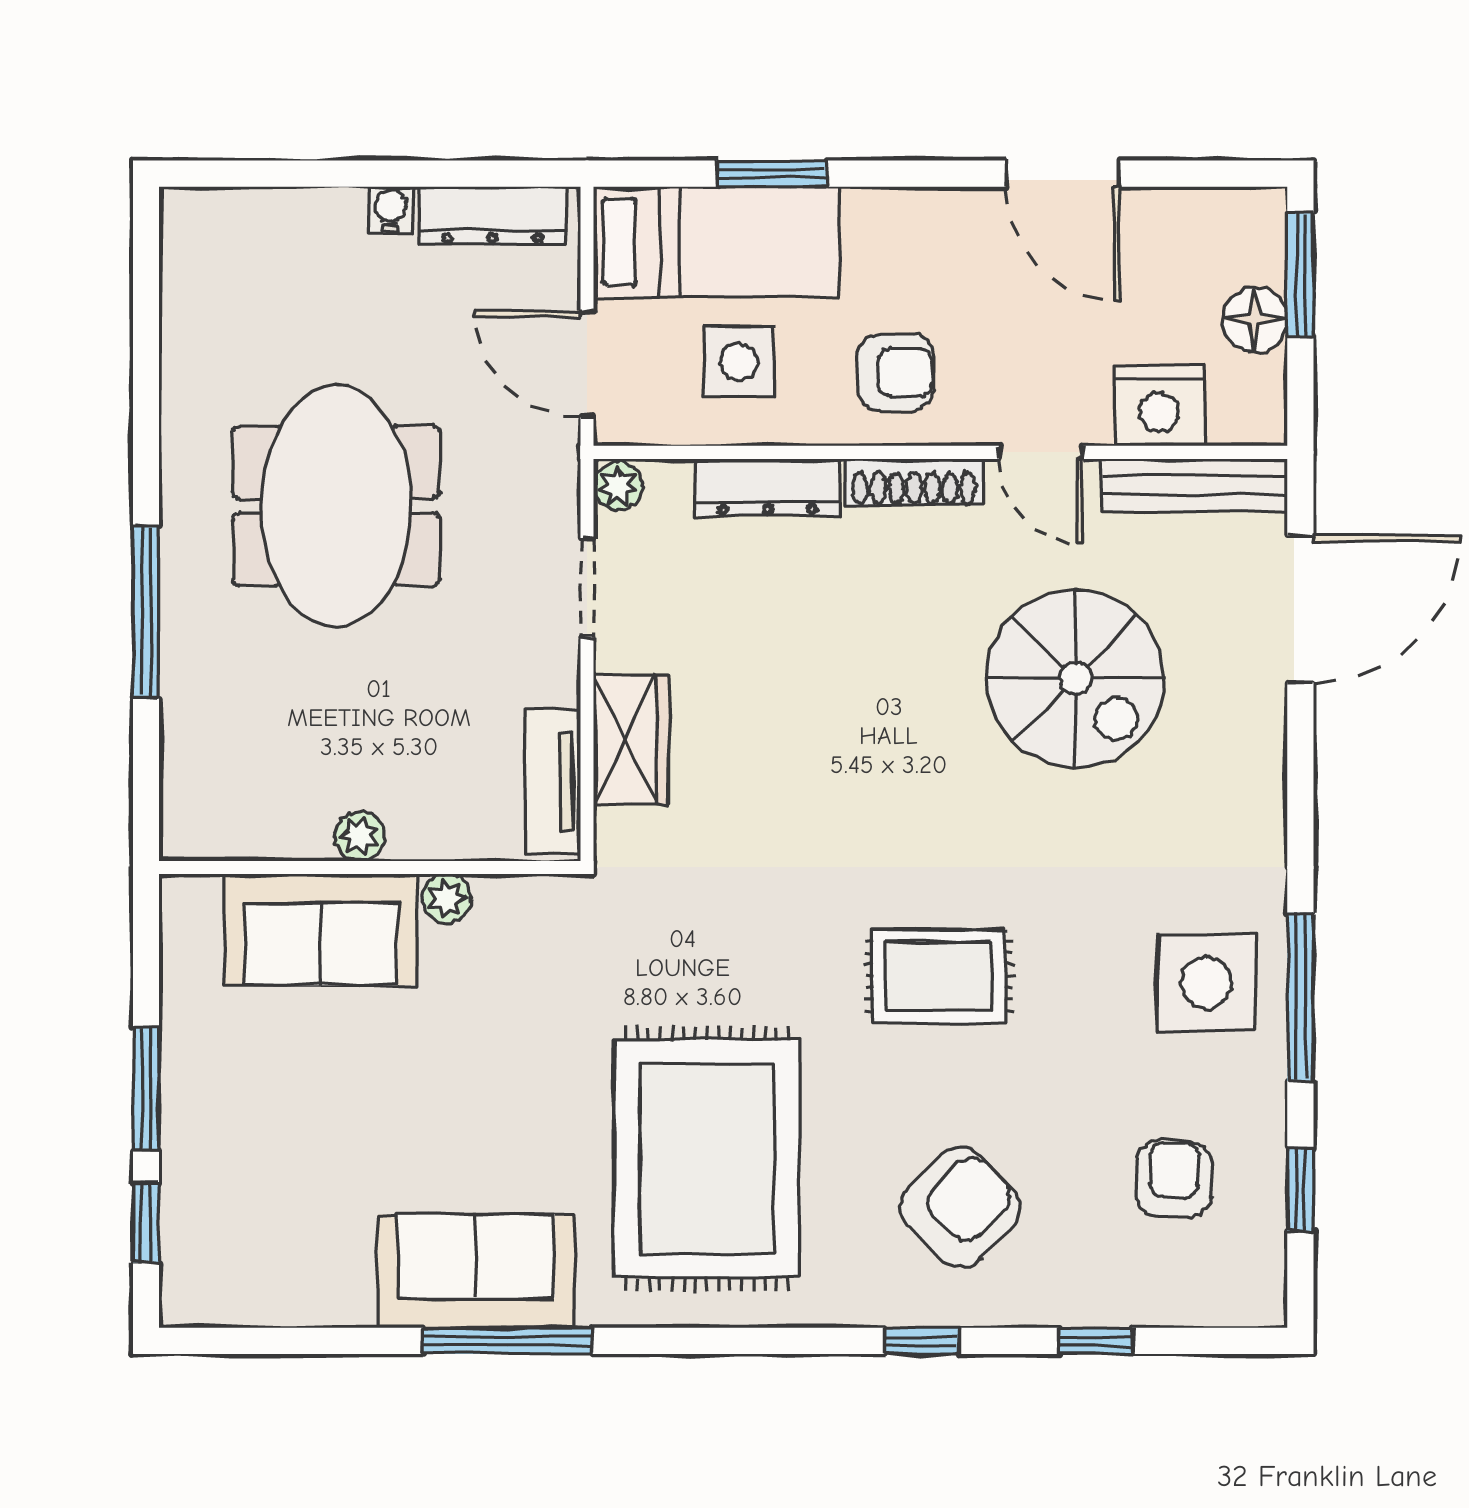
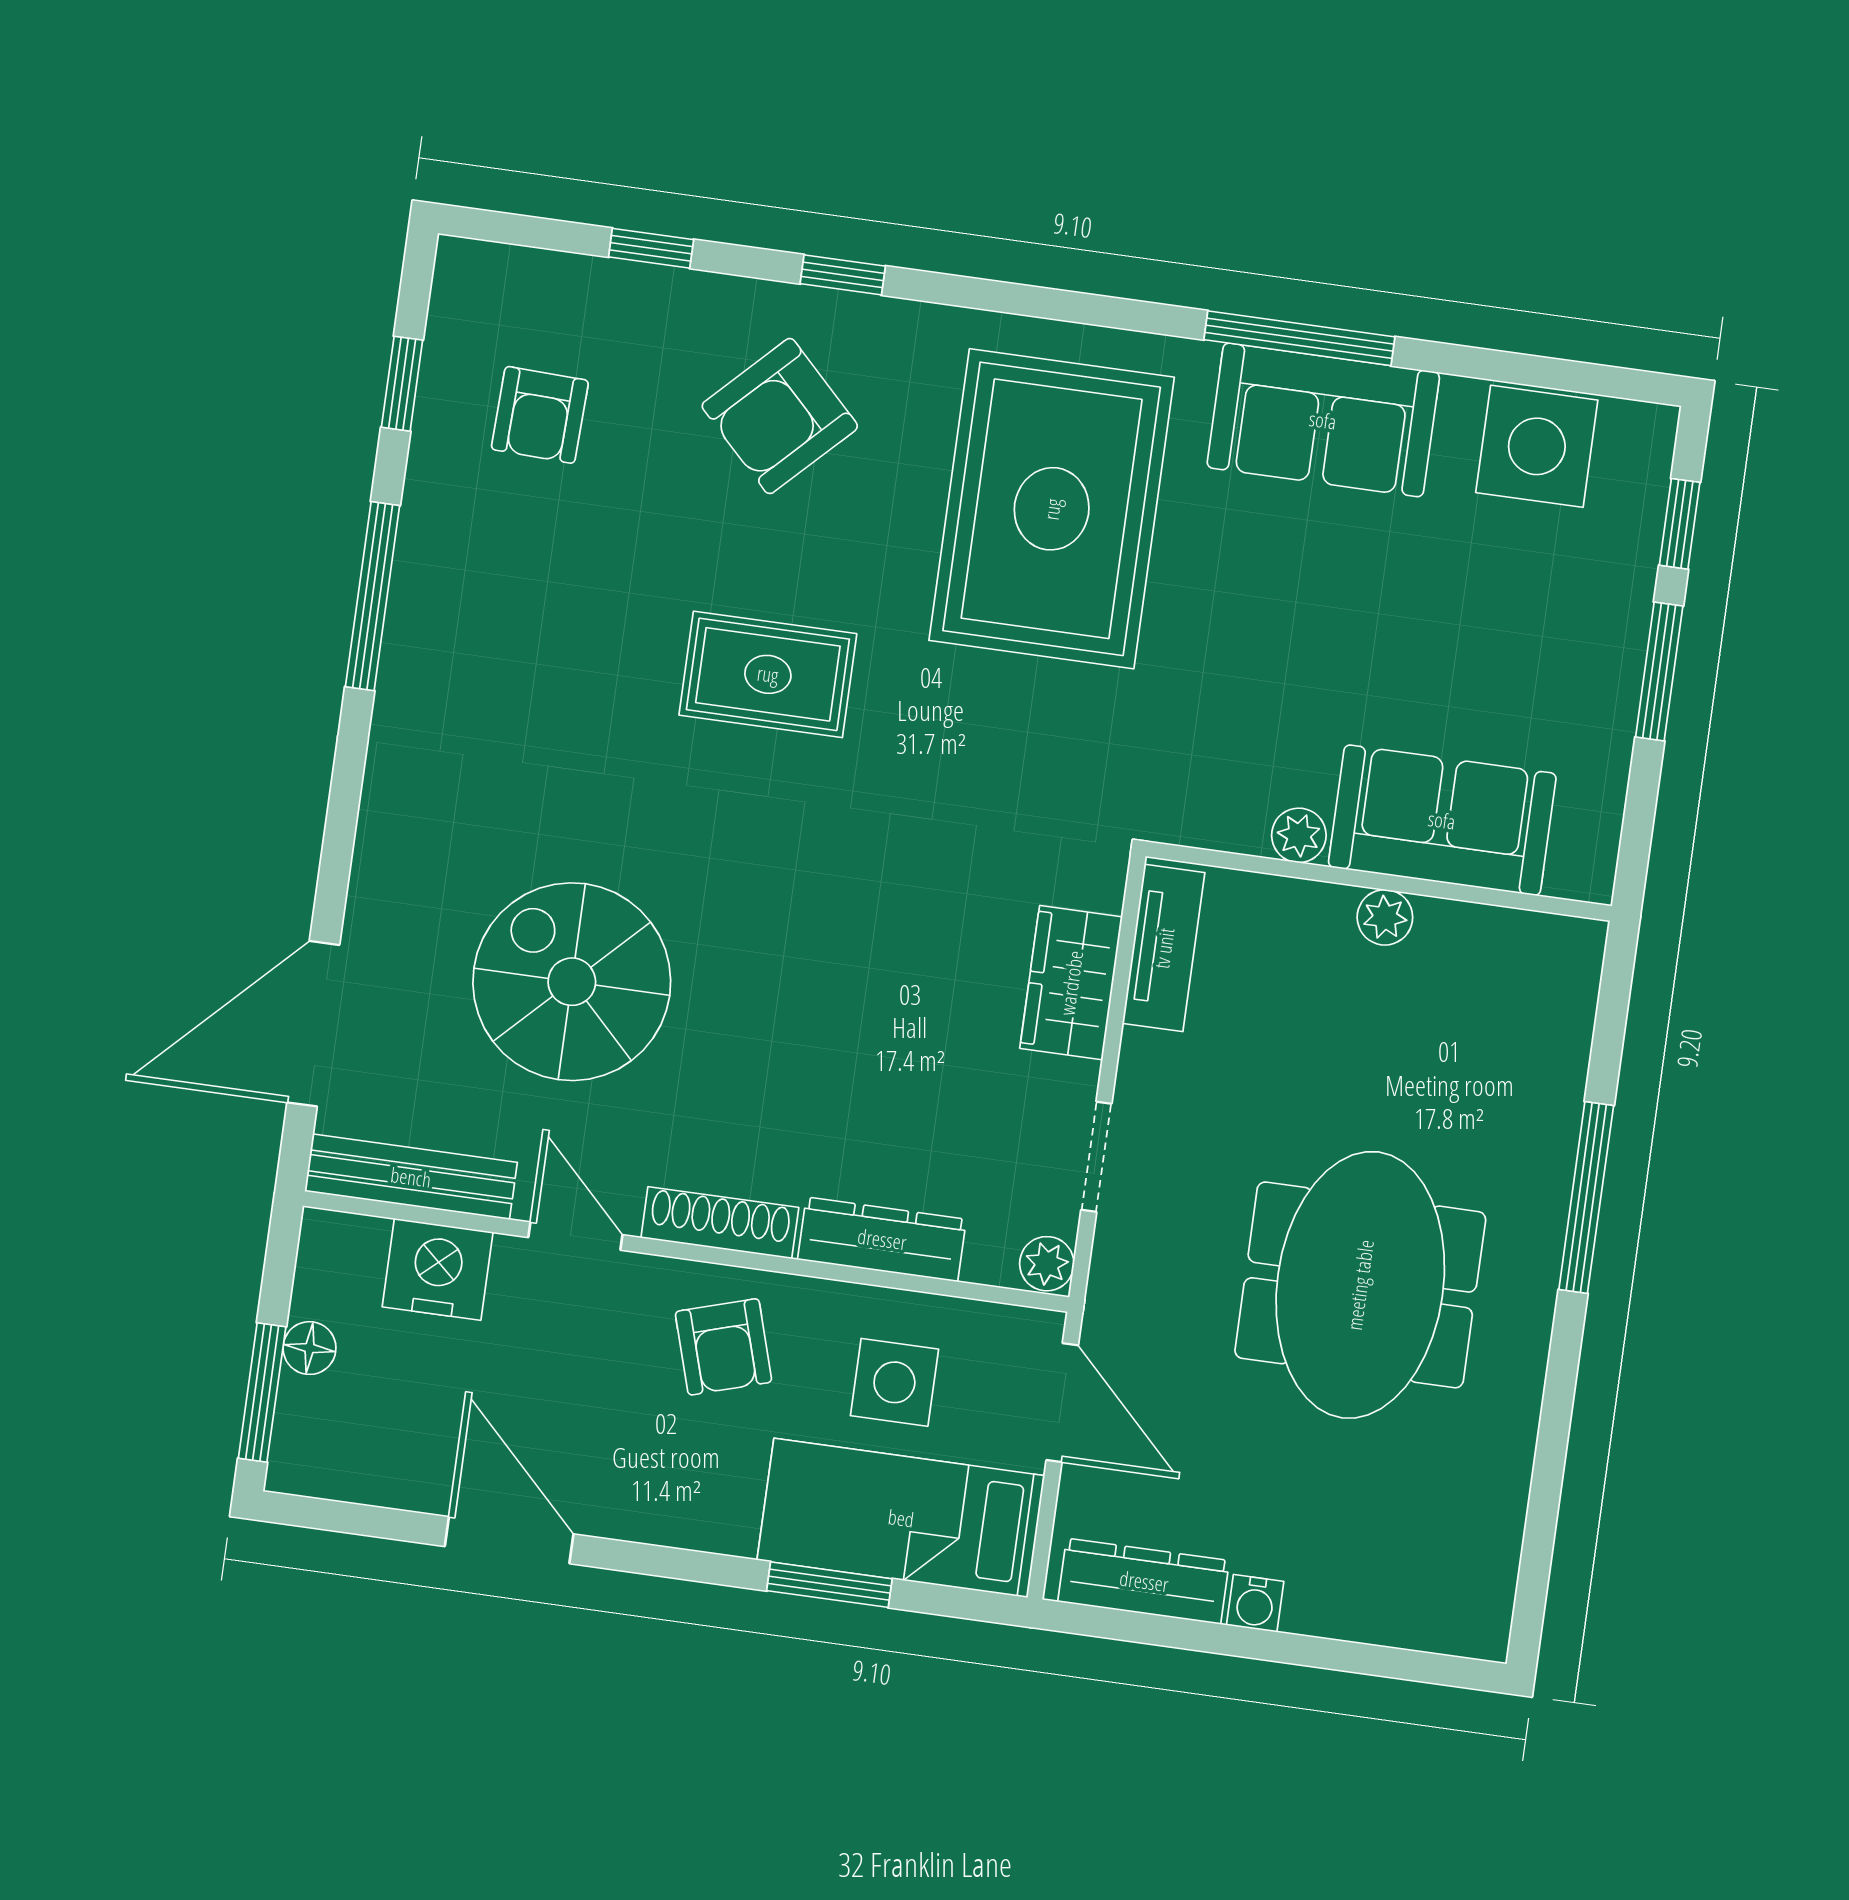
floor lamp: (1255, 320) -> (309, 1348), width x0.73, depth x0.73
armchair: (895, 372) -> (724, 1347), turned -107
side table: (1206, 983) -> (1537, 446), moved

